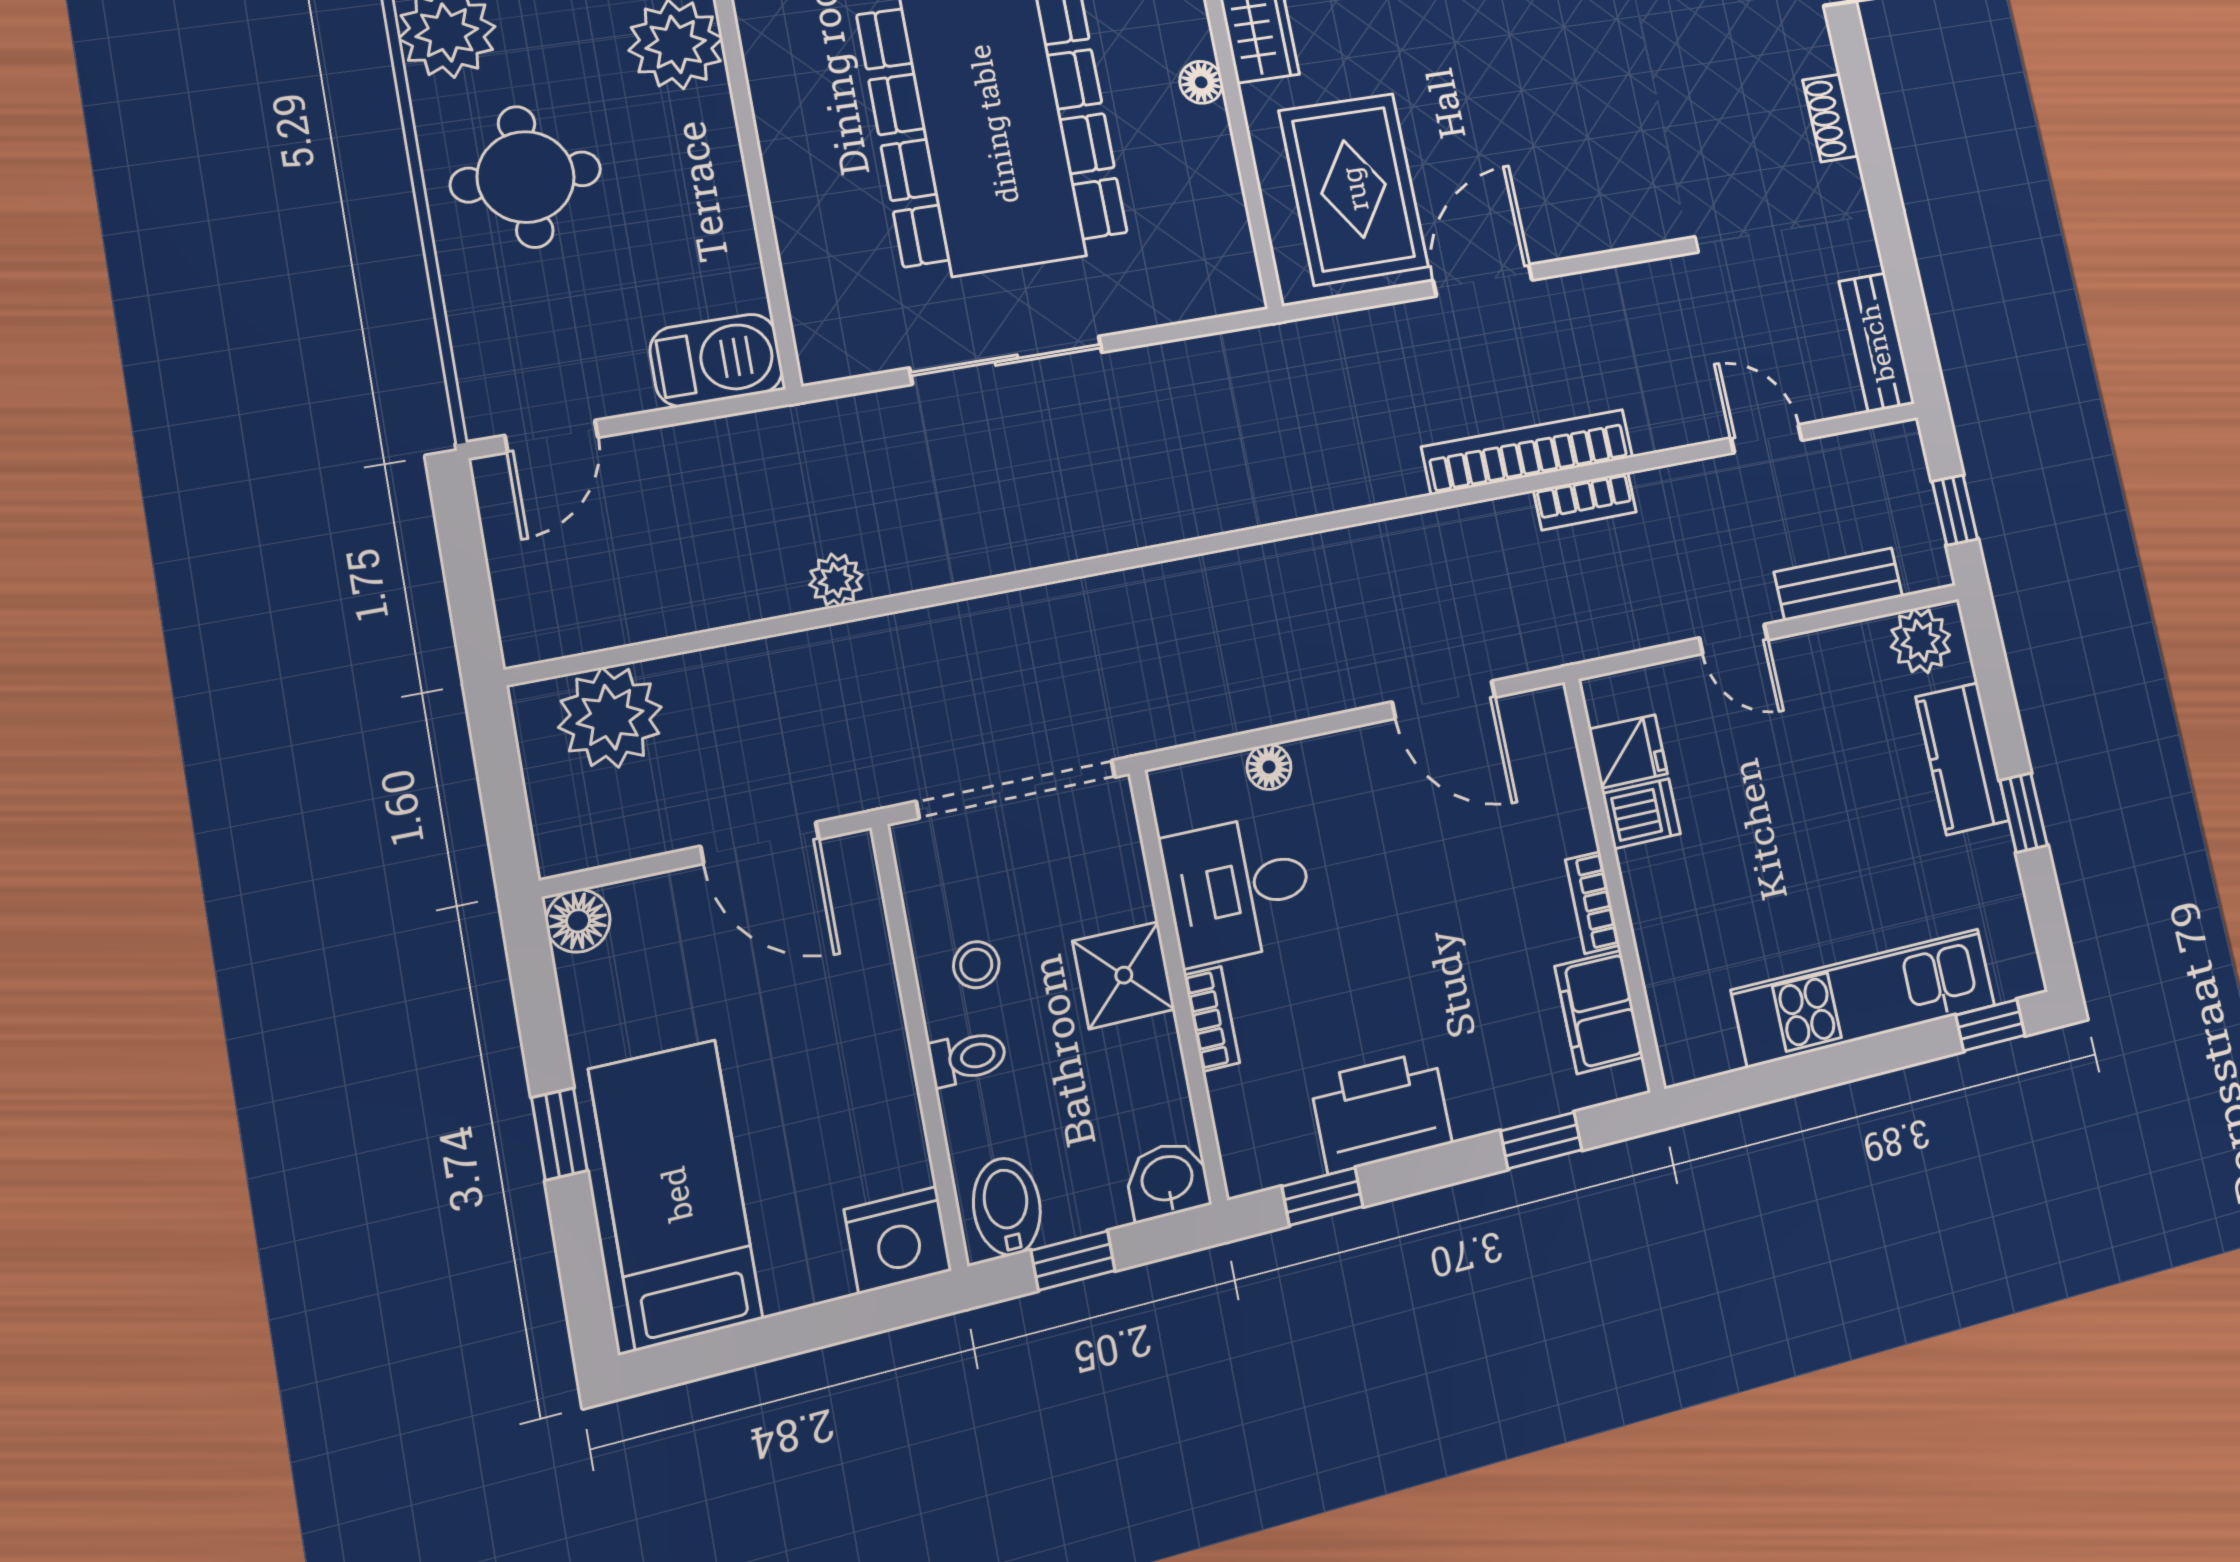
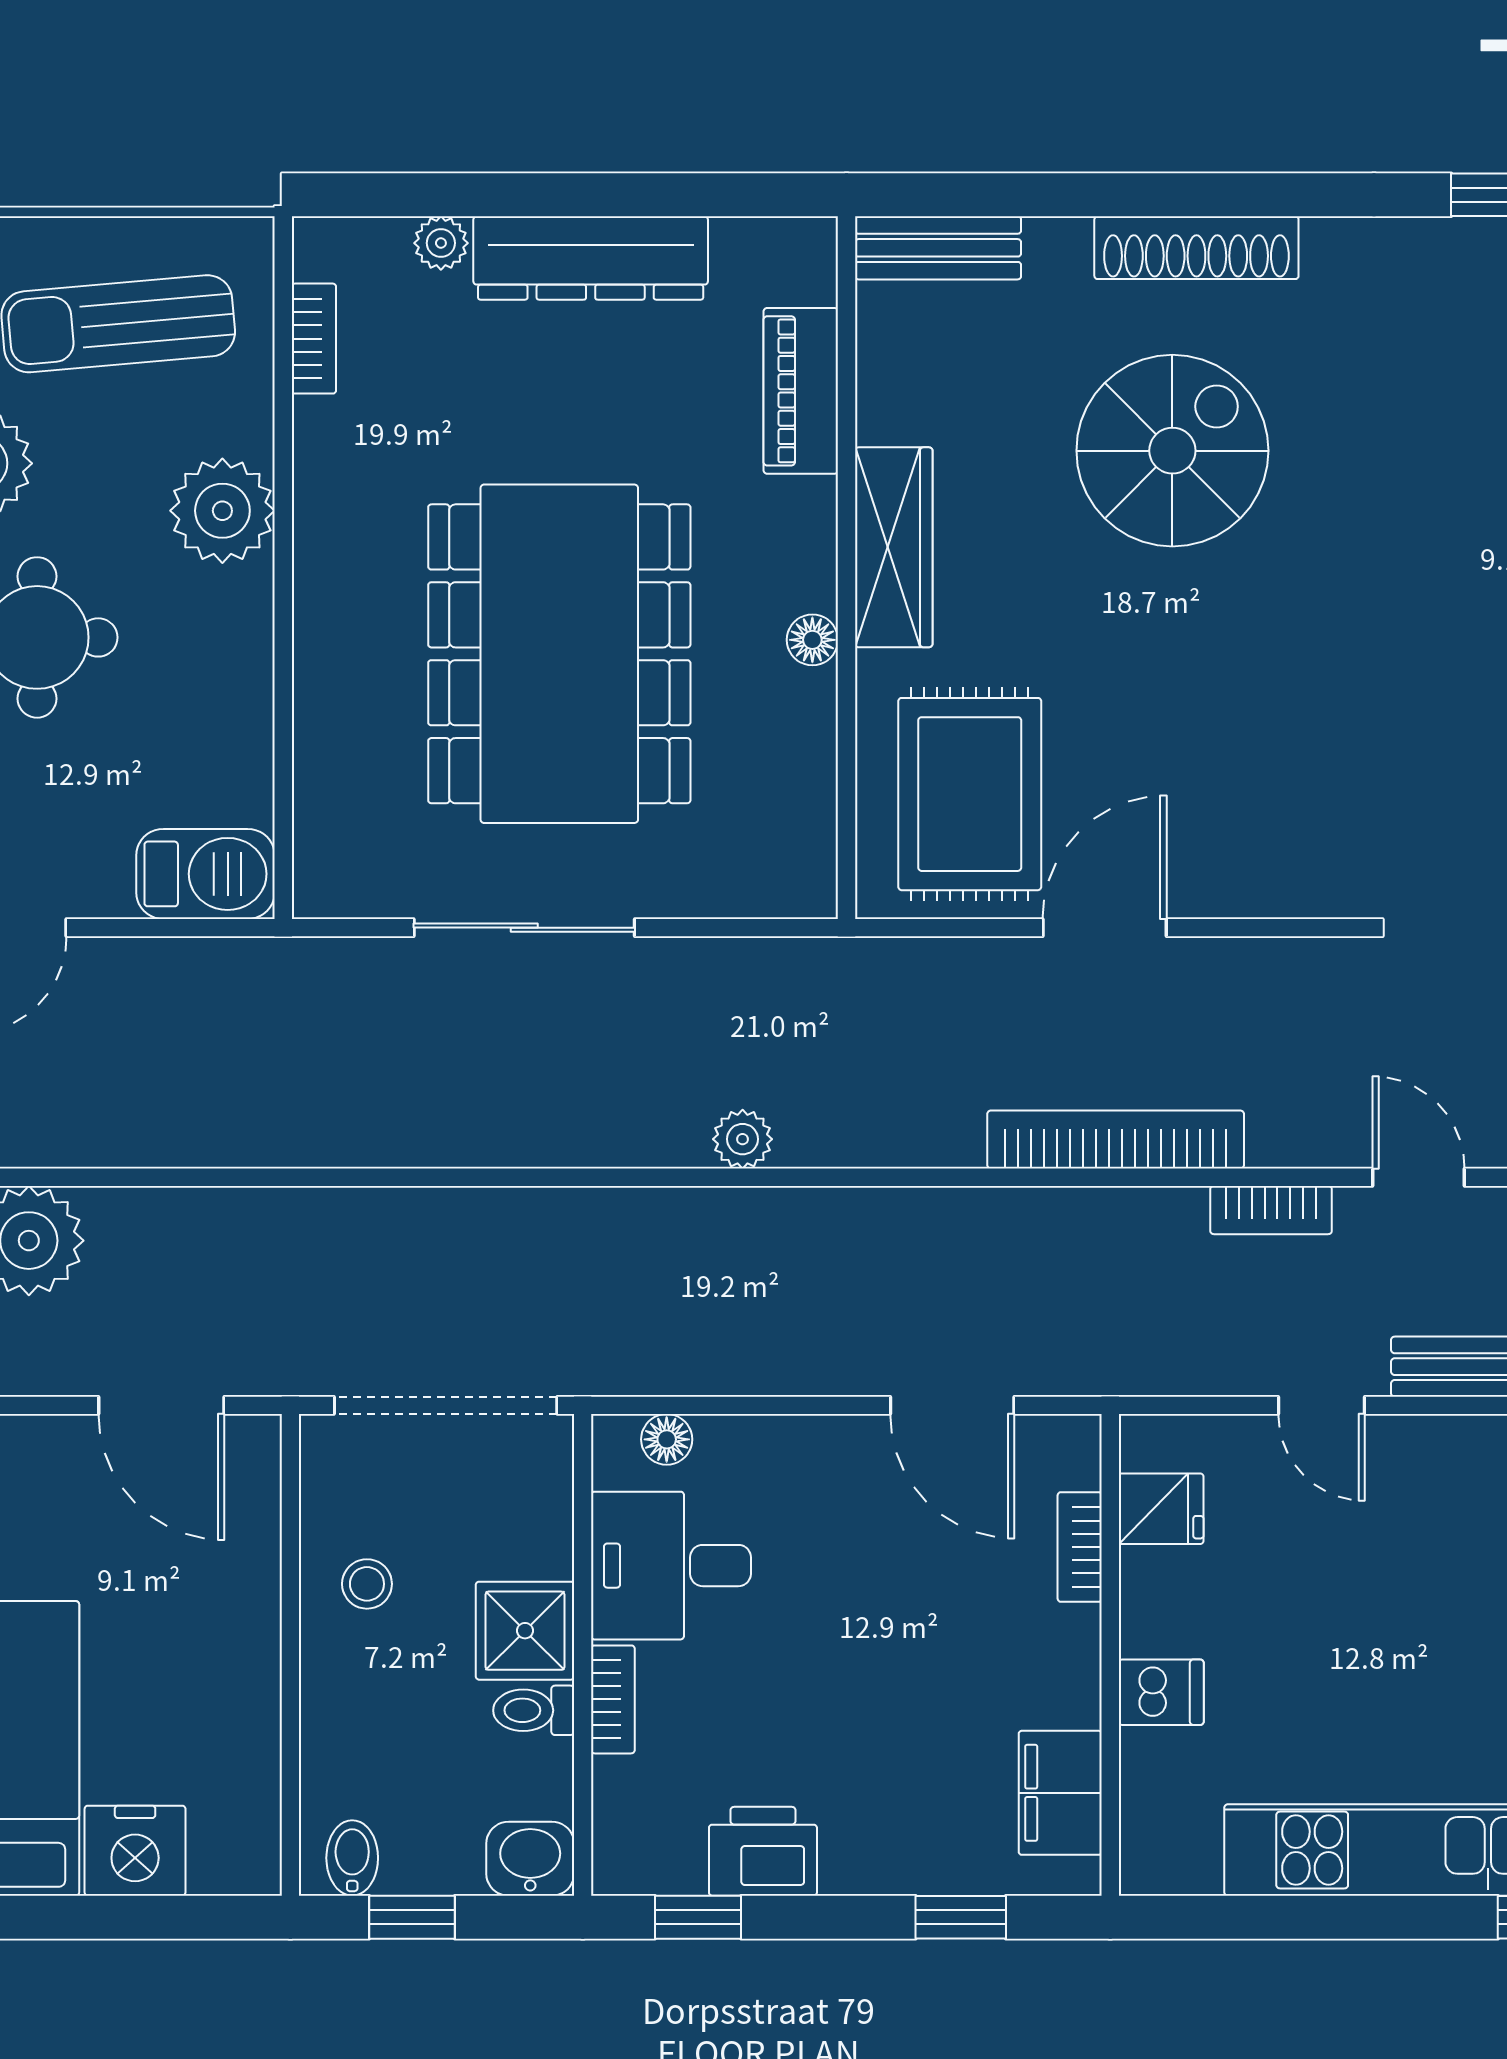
bookcase: (1585, 501) -> (1271, 1210), moved
plant: (836, 580) -> (743, 1139), moved
floor lamp: (1269, 767) -> (667, 1439), moved
dishwasher: (1641, 814) -> (1161, 1692), moved
bookcase: (1593, 903) -> (1080, 1547), moved
toilet: (968, 1058) -> (534, 1710), moved, turned 180
printer: (1381, 1112) -> (763, 1851), width x0.73, depth x0.84
bidet: (1007, 1207) -> (352, 1858), width x0.72, depth x0.74
nightstand: (898, 1240) -> (135, 1851), moved

